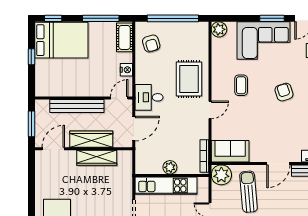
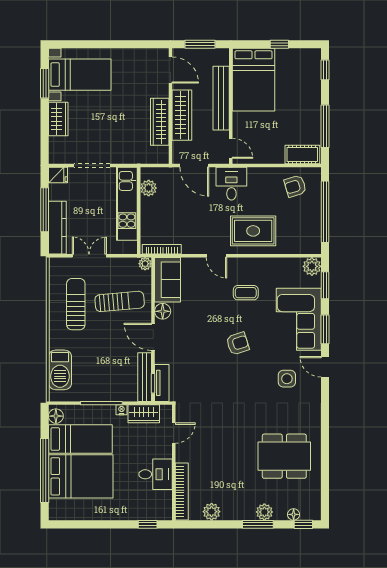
window: (235, 18) -> (325, 285), added
bed: (61, 40) -> (254, 80), moved
nightstand: (126, 70) -> (264, 157), removed
floor lamp: (257, 155) -> (163, 311), added
plant: (170, 167) -> (149, 188), moved
plant: (221, 175) -> (145, 264), width x0.53, depth x0.53

